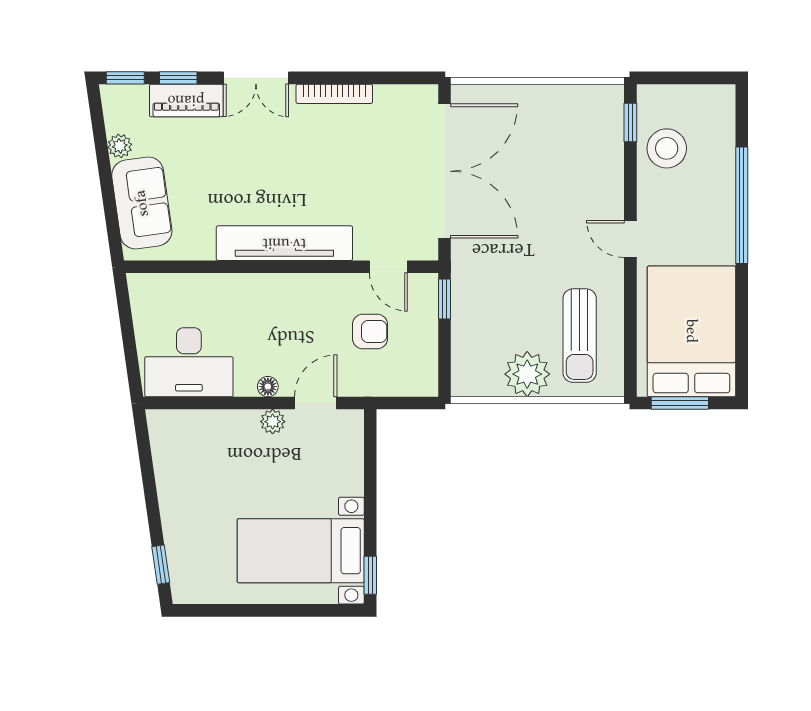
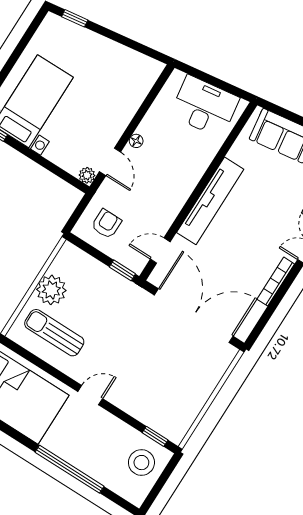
stool: (667, 148) -> (141, 463), moved
double door: (445, 171) -> (194, 316), swing flipped
armchair: (370, 332) -> (106, 224), moved, turned 180
desk: (189, 362) -> (205, 107), moved, turned 82
plant: (273, 422) -> (87, 175), moved

